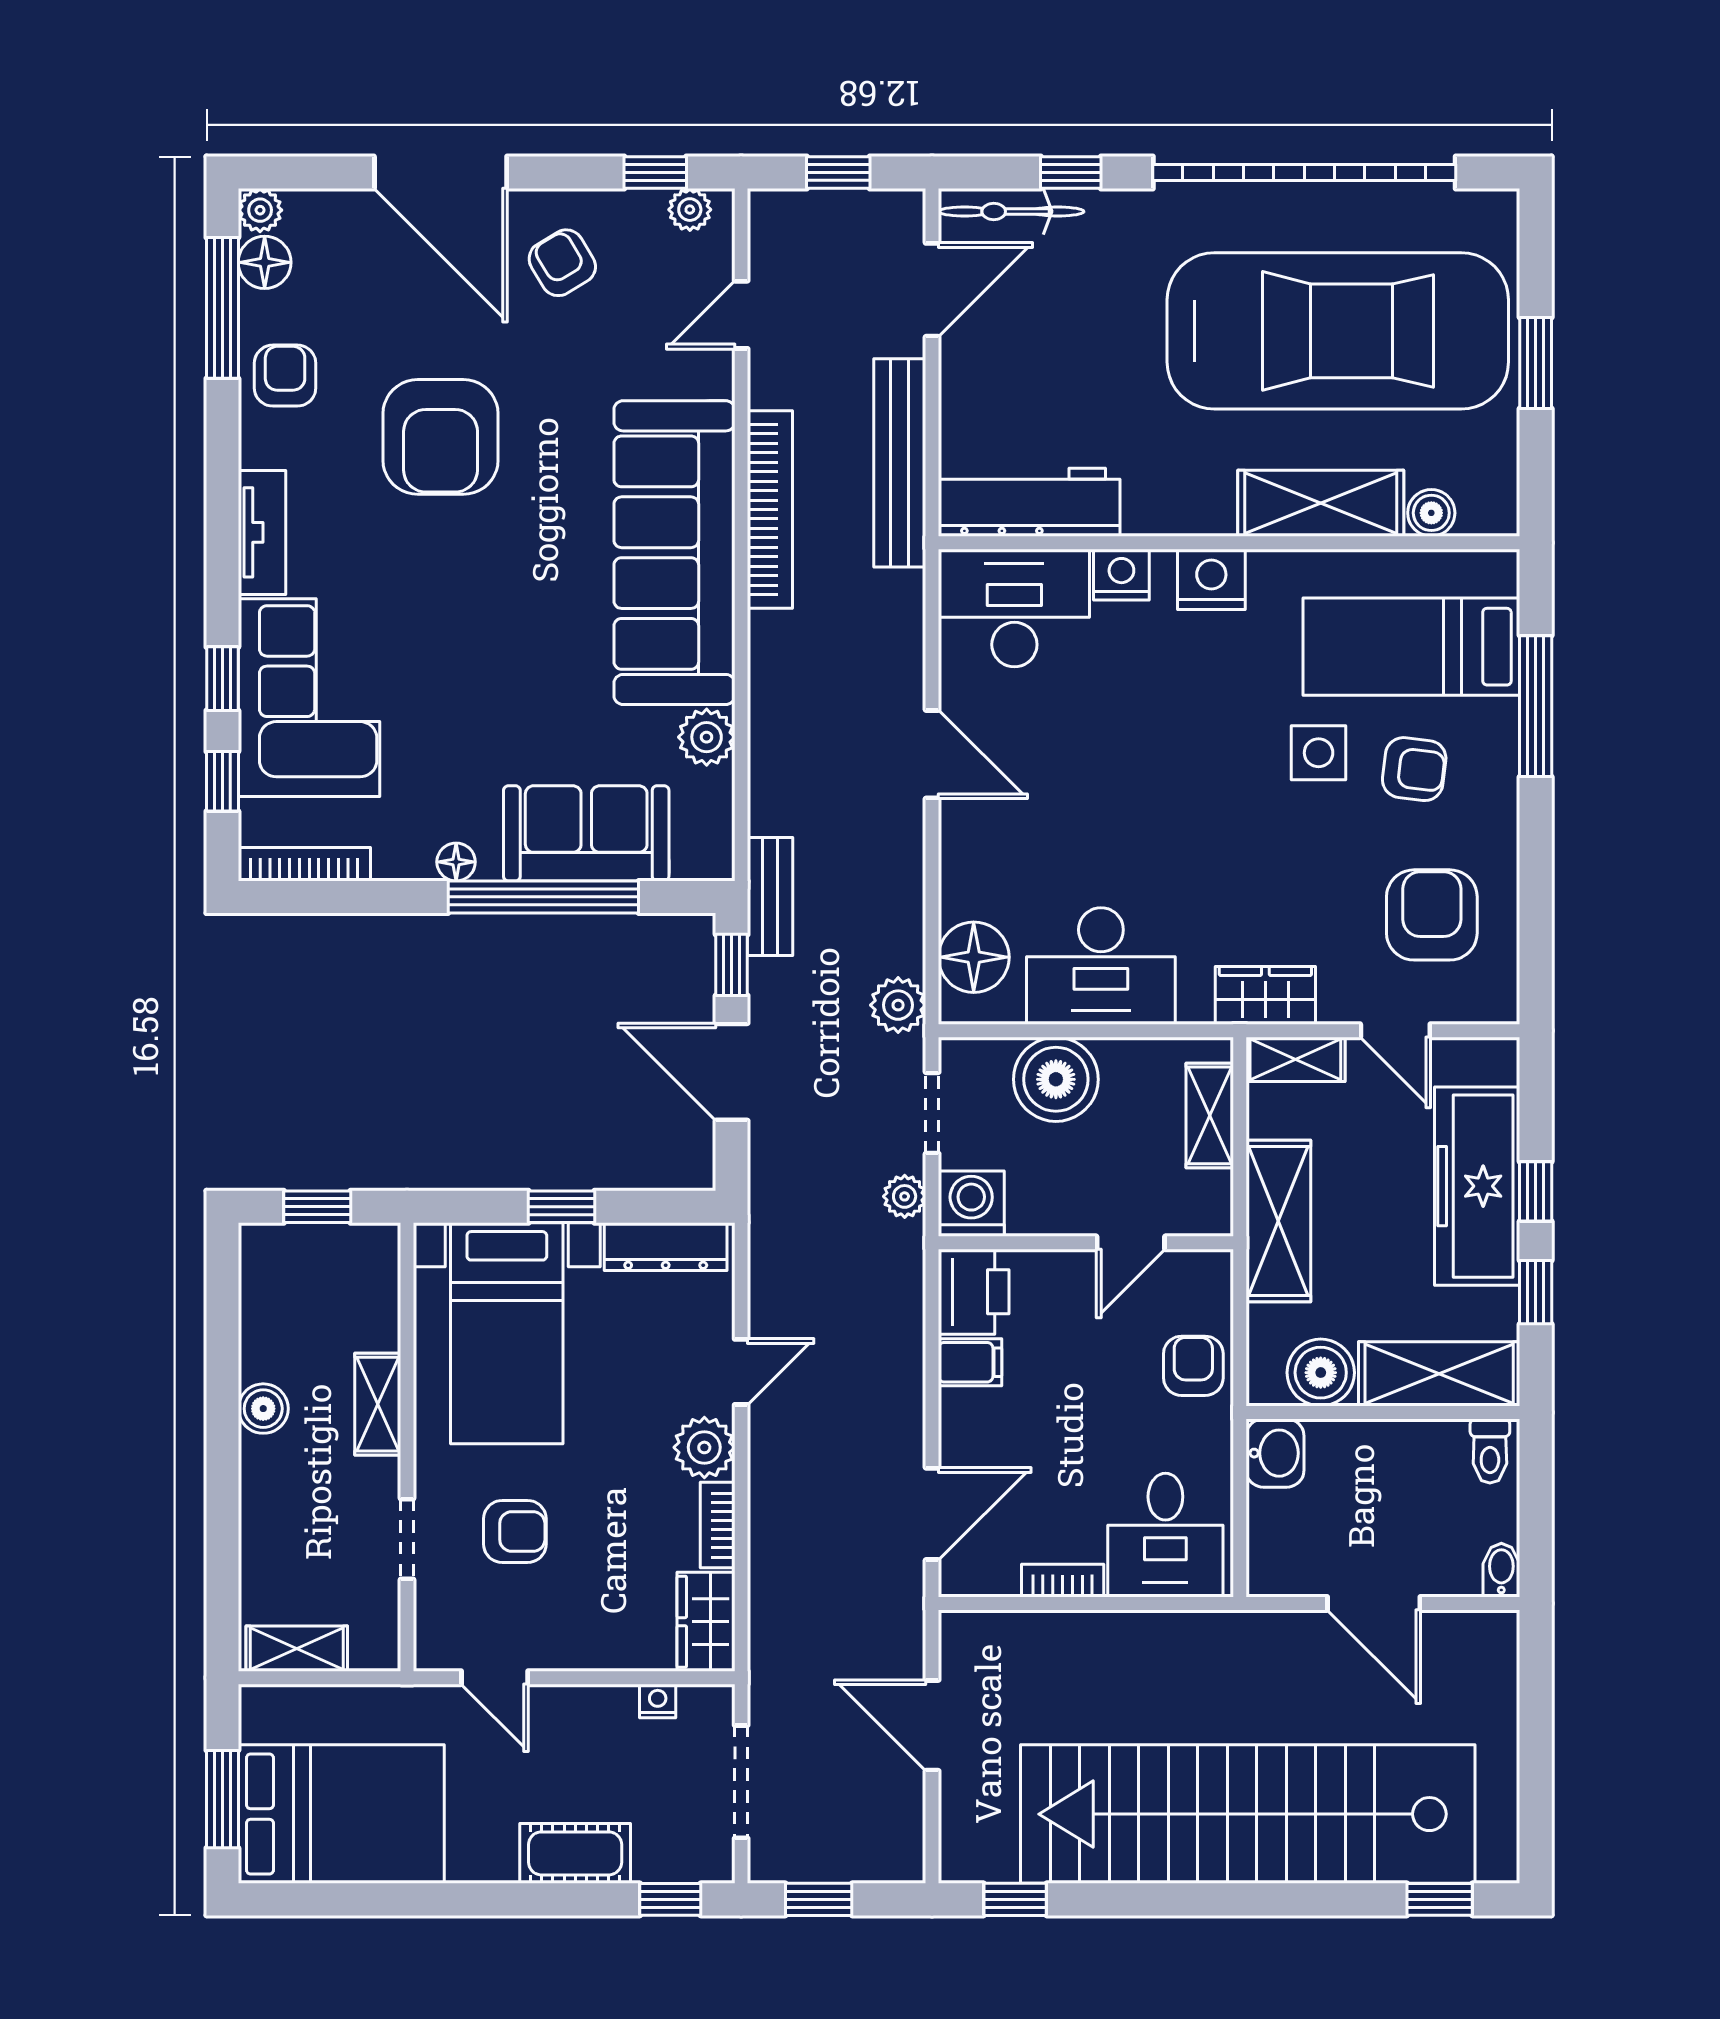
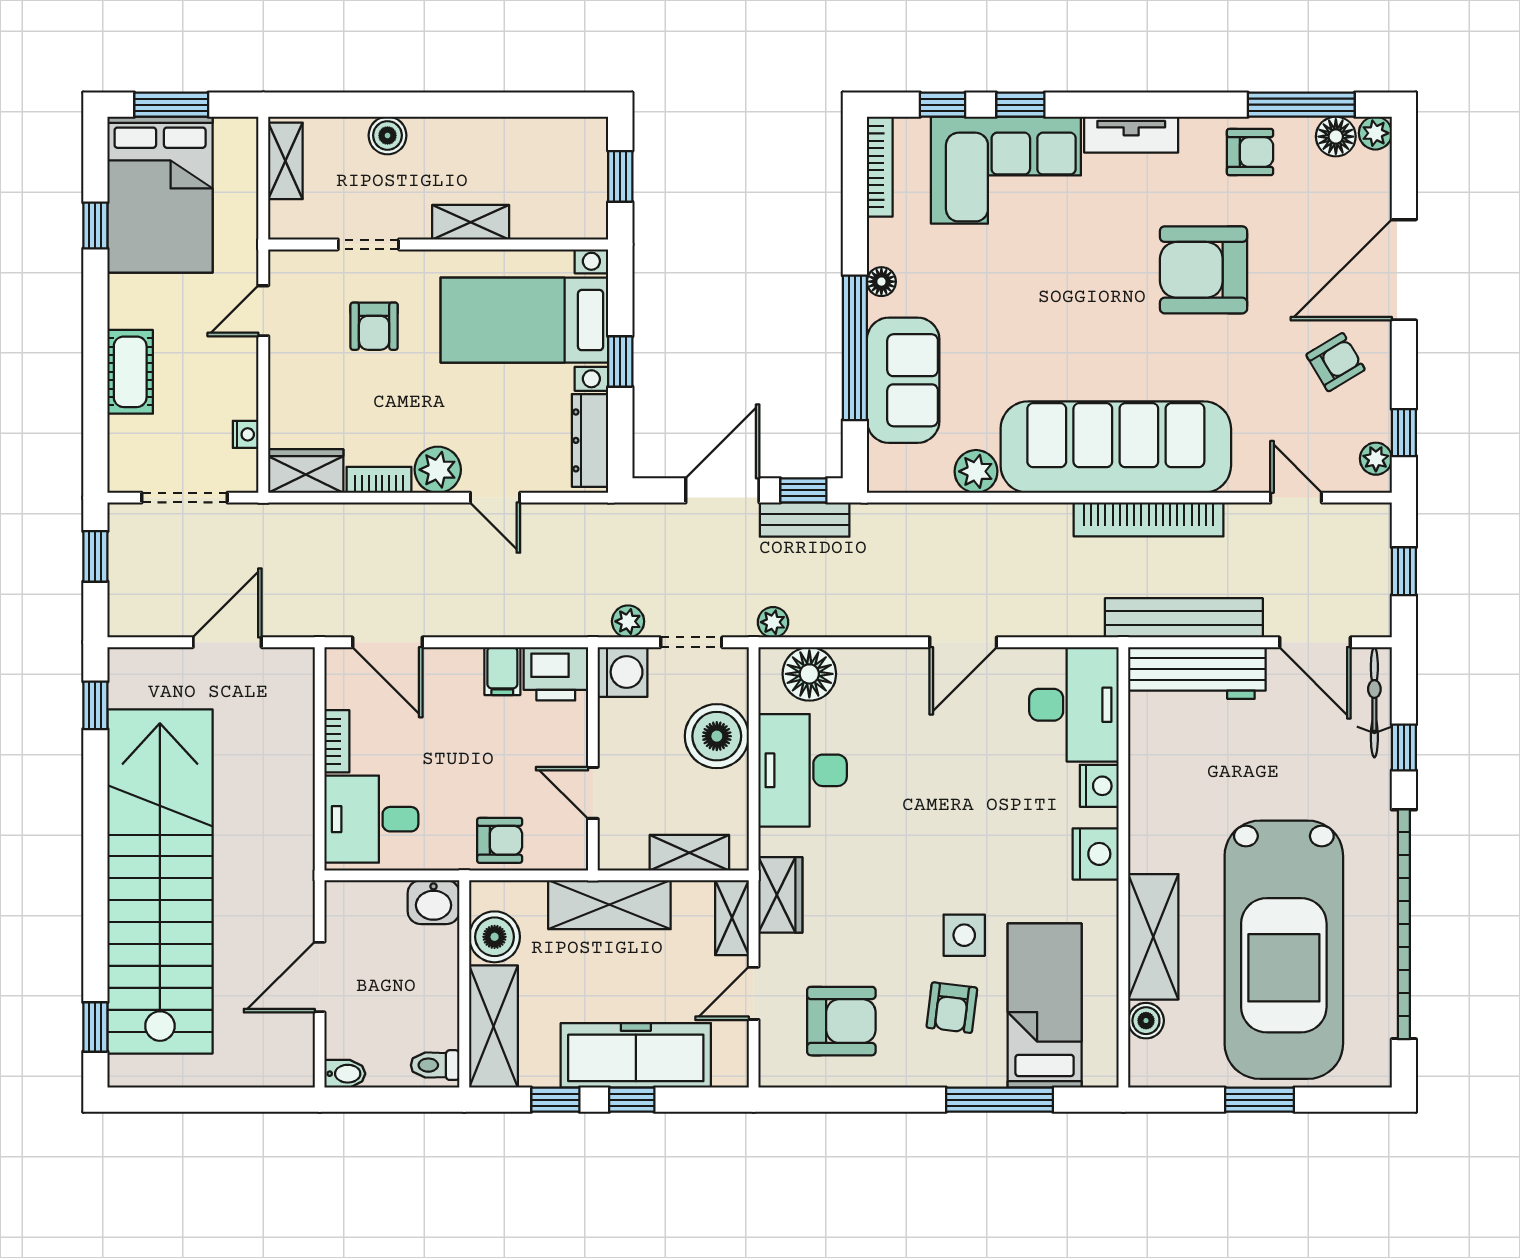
workbench: (1029, 502) -> (1197, 673), moved, turned 90
bench: (770, 897) -> (805, 520), moved
plant: (898, 1005) -> (773, 622), width x0.73, depth x0.73
boiler: (263, 1409) -> (388, 135), moved
window: (670, 1899) -> (95, 225), moved

